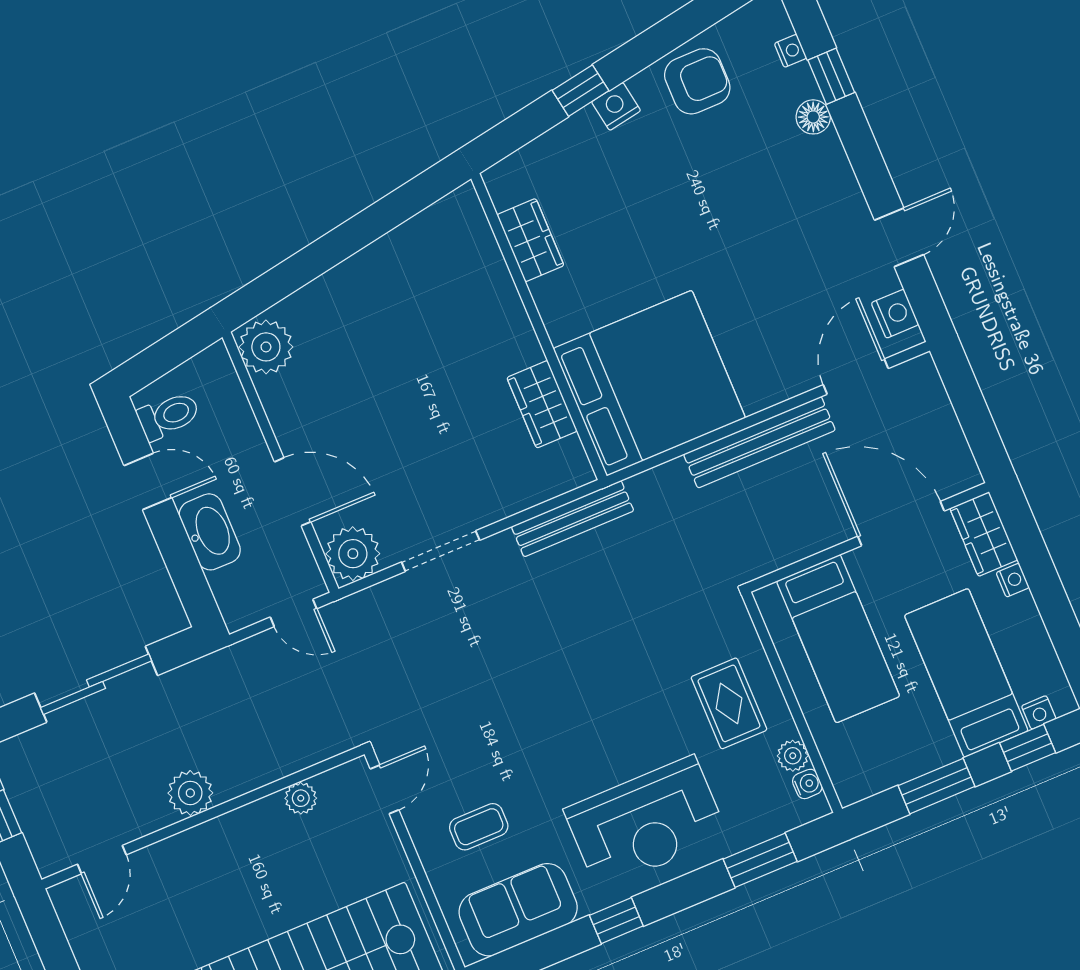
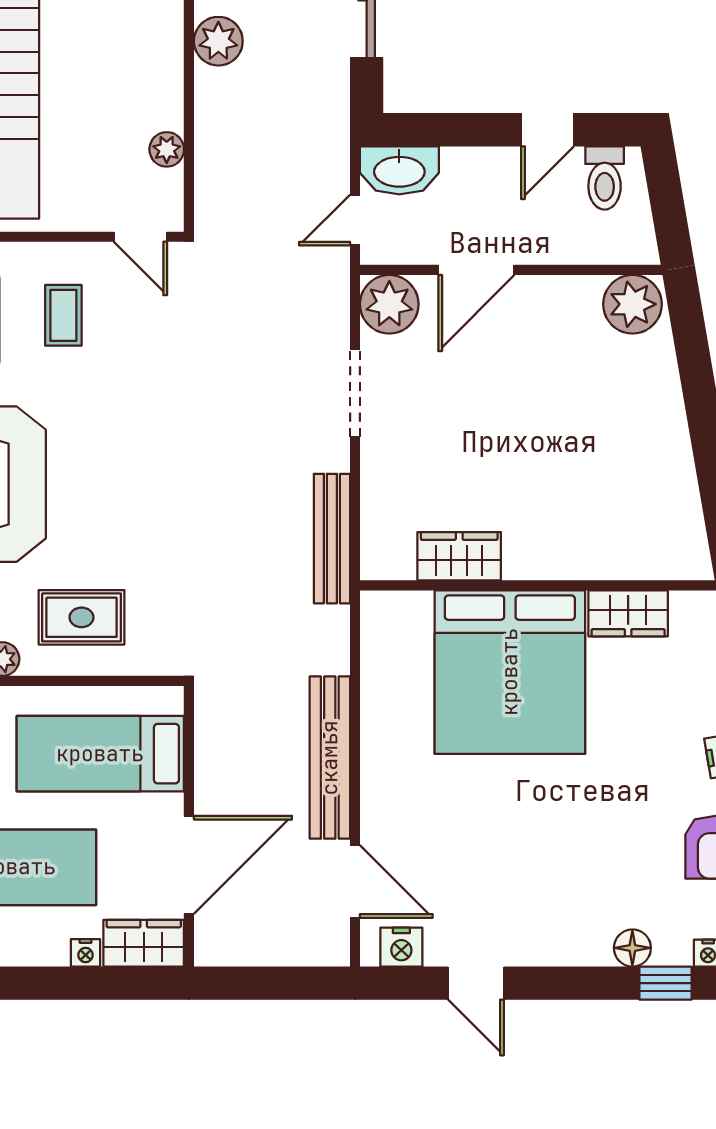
bed: (649, 383) -> (510, 672), moved
washbasin: (210, 532) -> (399, 170), moved

